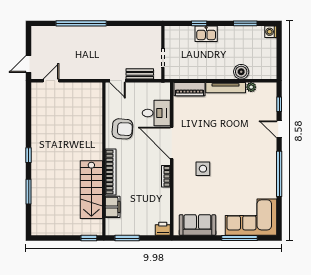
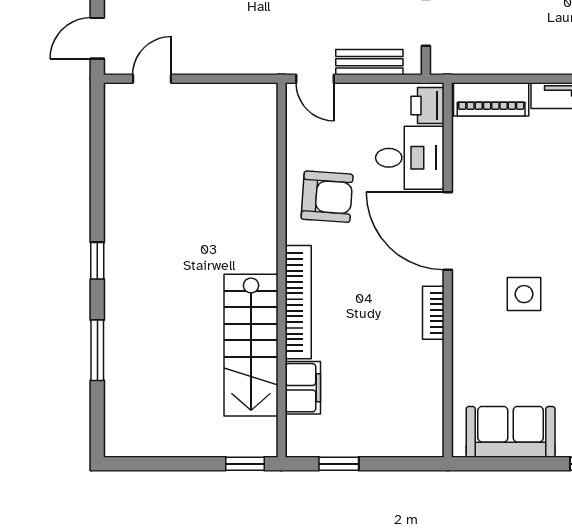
printer: (163, 229) -> (428, 106), moved, turned -90
window: (127, 238) -> (339, 464), width x0.67

